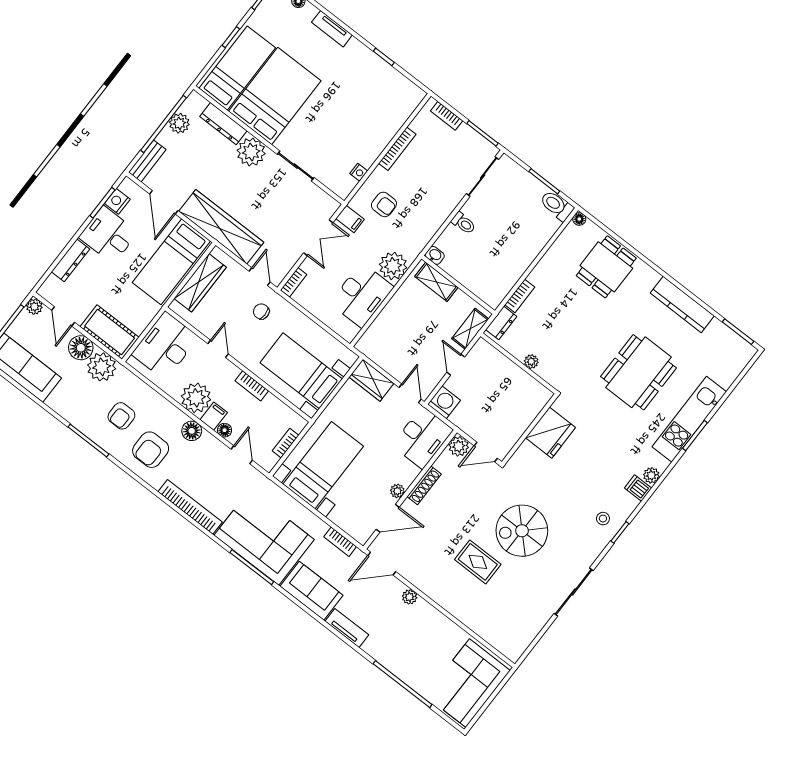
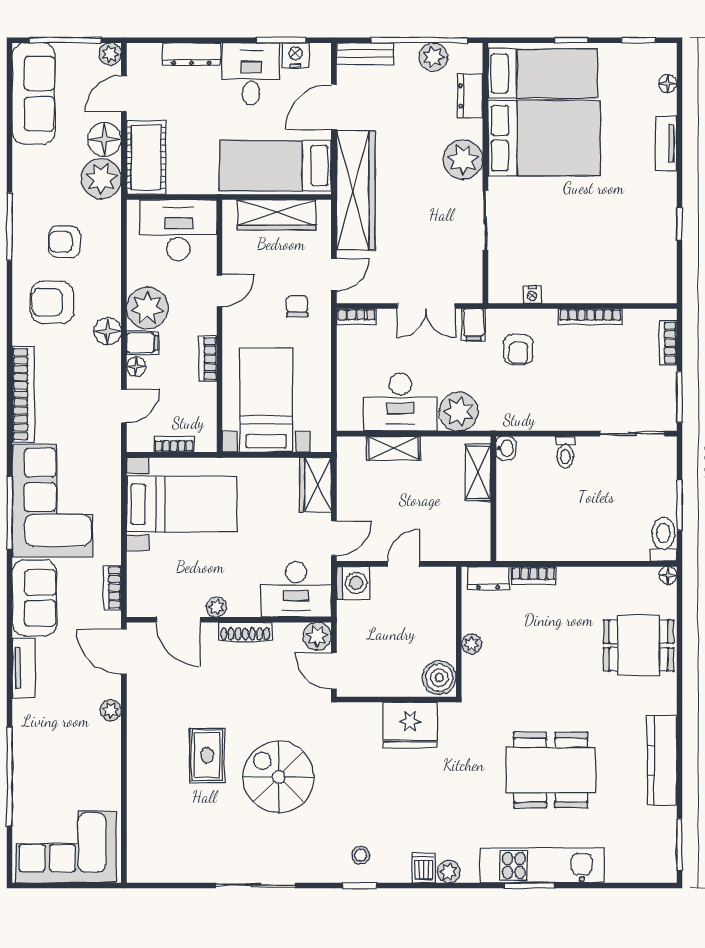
dresser: (223, 124) -> (470, 96), width x0.70
shelving: (470, 329) -> (394, 448), moved
boiler: (536, 395) -> (439, 678), added

